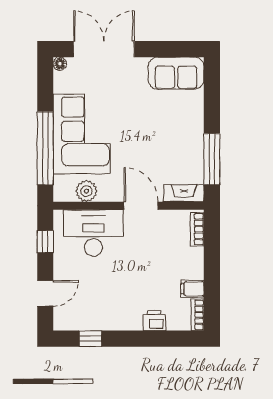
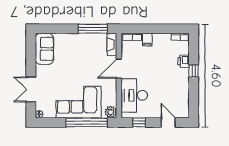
double door: (104, 49) -> (31, 89), width x0.73
plant: (86, 191) -> (111, 112), moved
filing cabinet: (192, 289) -> (147, 40), moved
window: (90, 339) -> (194, 71), moved

